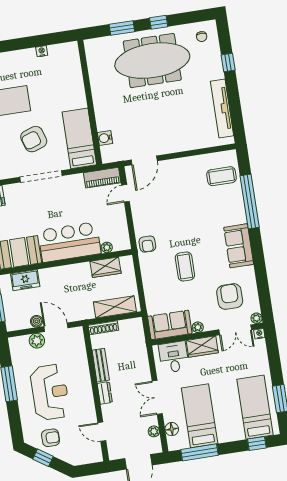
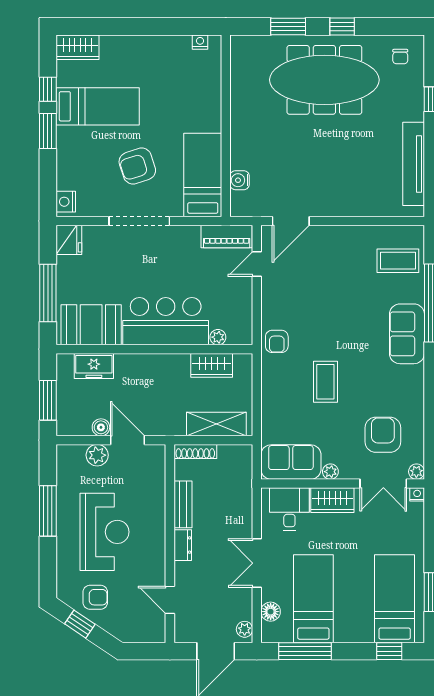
nightstand: (42, 51) -> (200, 42), moved
sofa: (239, 246) -> (407, 334), moved
plant: (154, 431) -> (245, 629), moved

